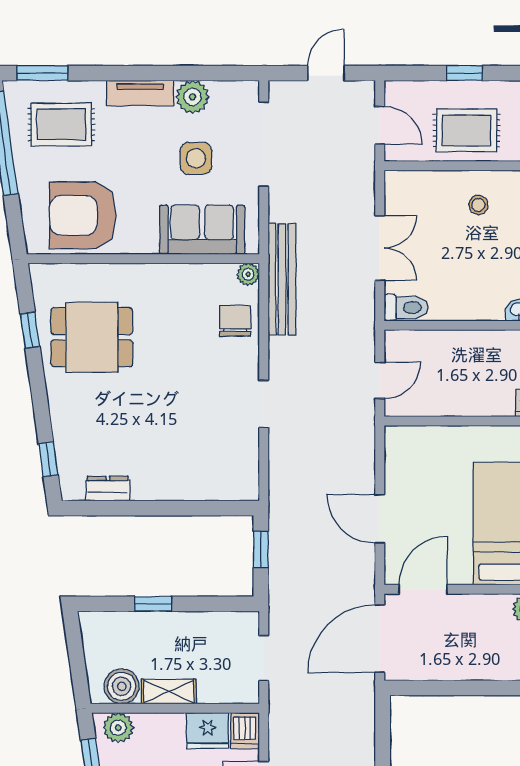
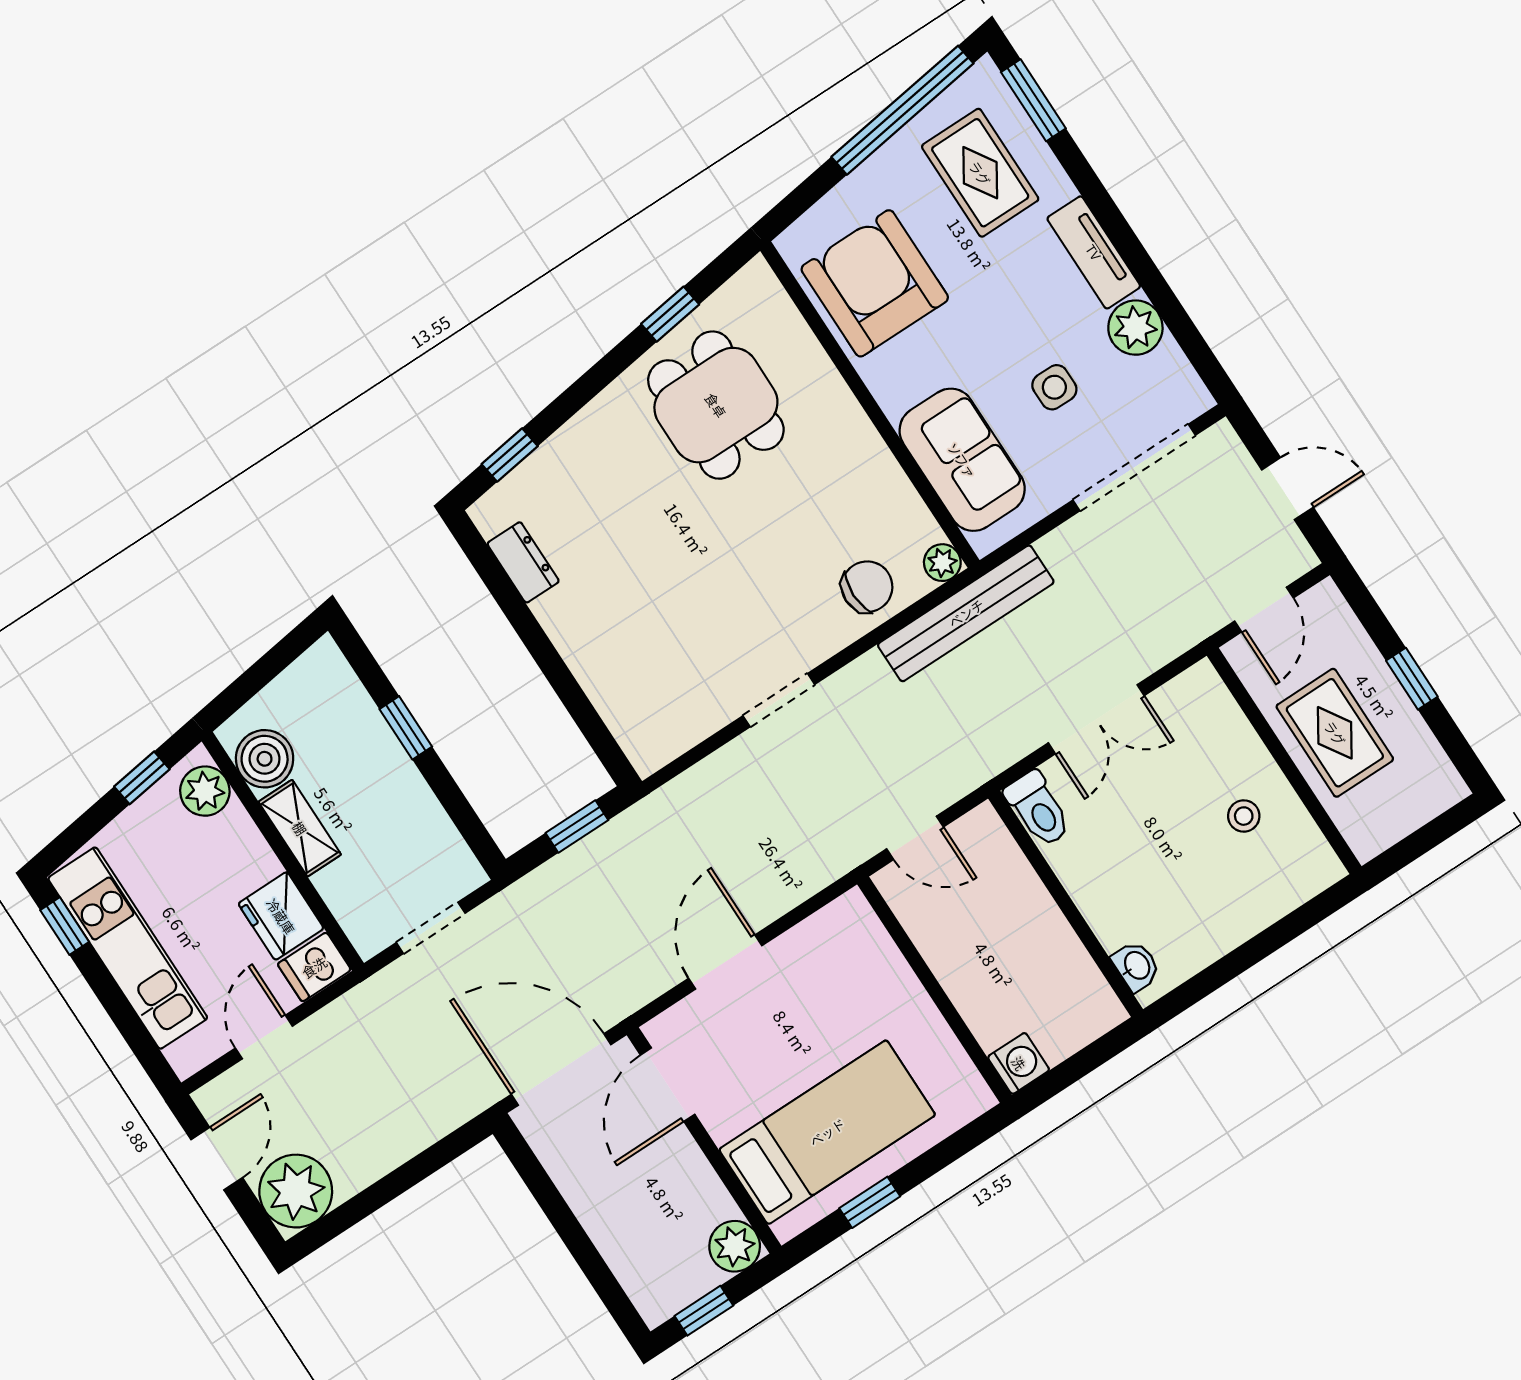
side table: (196, 158) -> (1054, 387), width x0.73, depth x0.73
door: (423, 589) -> (668, 1085), swing flipped

